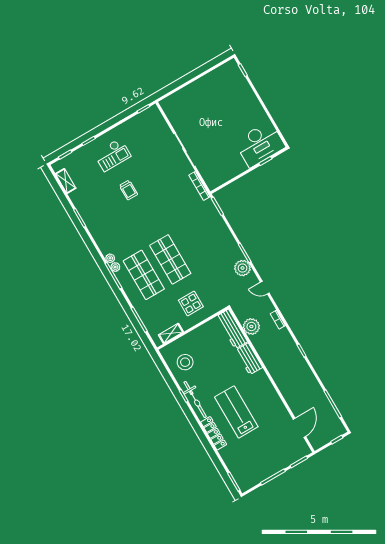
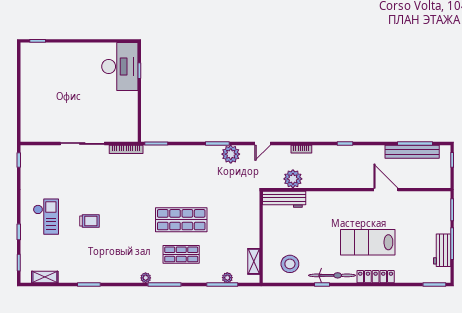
plant: (115, 267) -> (227, 278), moved
shop shelf: (144, 275) -> (181, 254), width x0.70, depth x0.74
display table: (191, 303) -> (236, 225), removed
workbench: (249, 359) -> (442, 250), moved, turned 90
bench: (325, 405) -> (412, 152), added
door: (299, 428) -> (386, 190), moved

